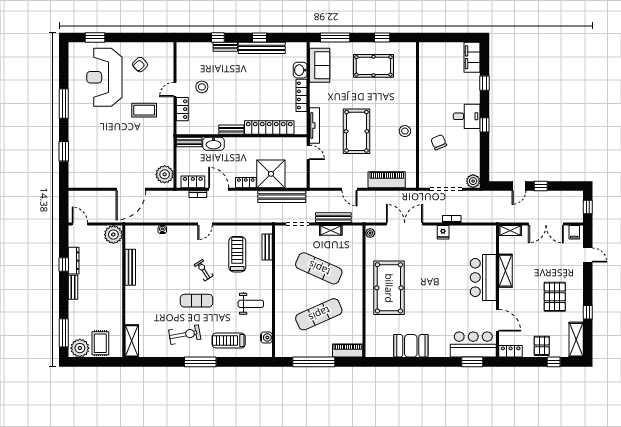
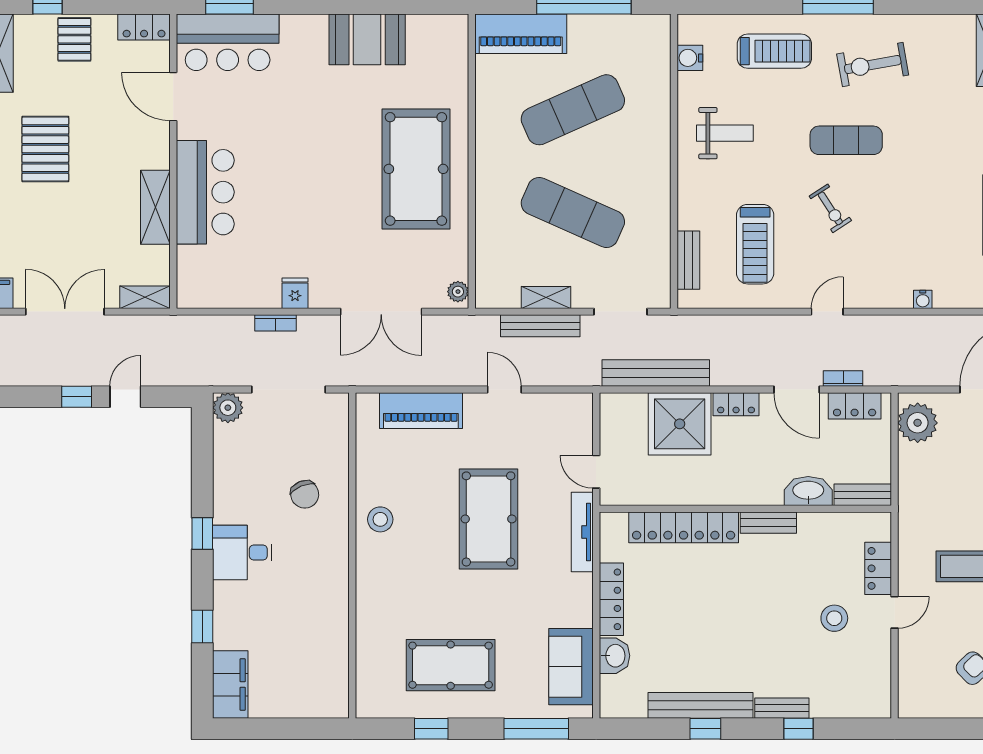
weight bench: (251, 304) -> (725, 133), turned 180
piano: (348, 351) -> (521, 34), width x1.37, depth x1.33

